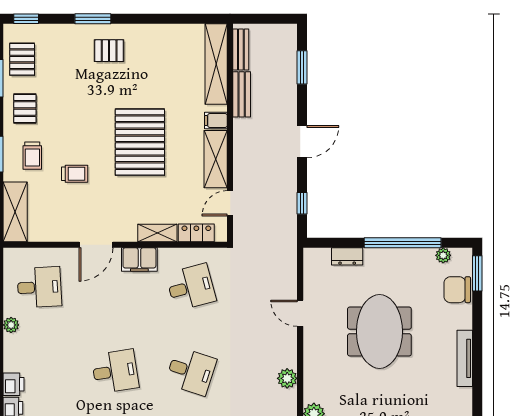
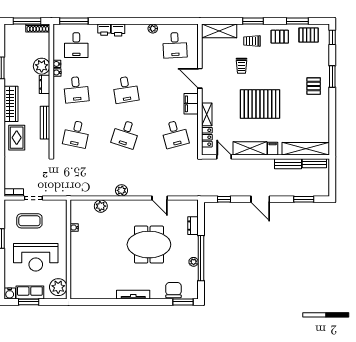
plant: (443, 255) -> (194, 262), moved
door: (300, 313) -> (160, 198), swing flipped

